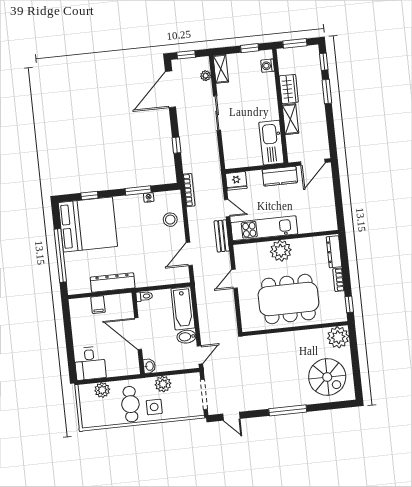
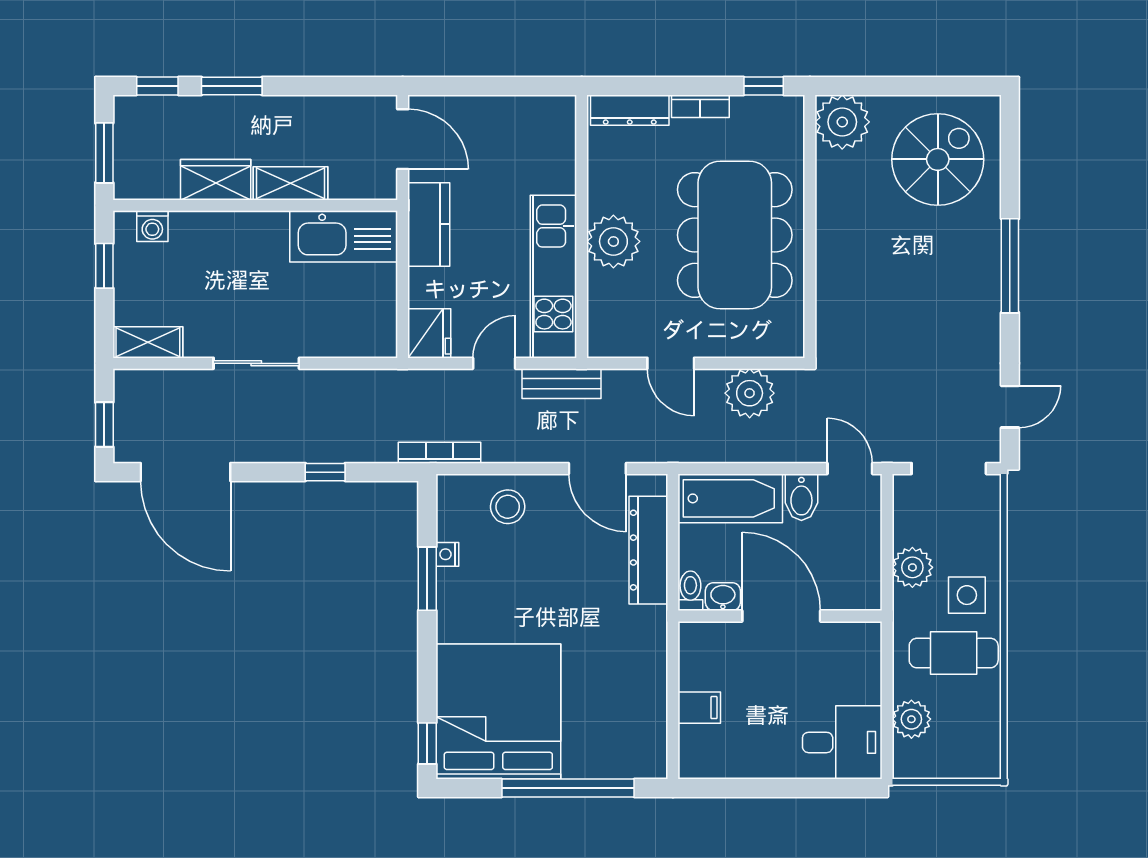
plant: (206, 76) -> (750, 393), moved, width x1.88, depth x1.88
window: (89, 196) -> (427, 743), moved
dresser: (113, 283) -> (648, 550), moved
door: (138, 334) -> (781, 616), swing flipped
washbasin: (149, 366) -> (723, 597), moved

